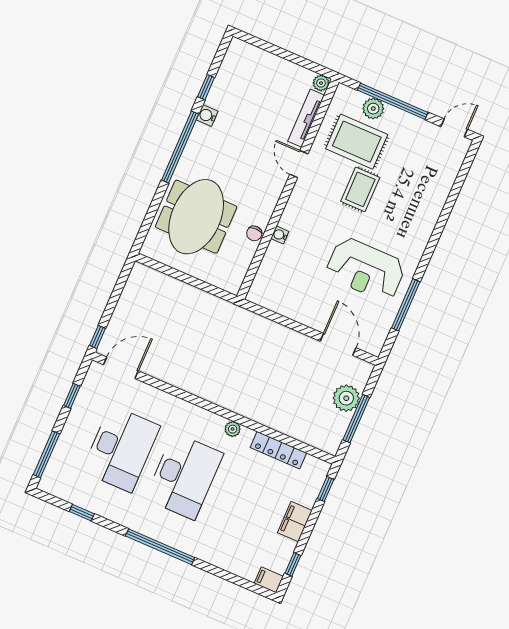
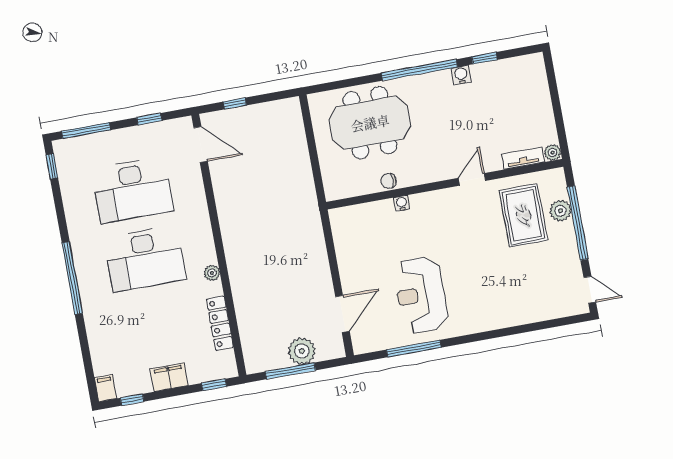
tv unit: (306, 118) -> (523, 158), width x0.71
rug: (360, 189) -> (485, 245), removed
window: (97, 337) -> (235, 103), moved
window: (82, 513) -> (52, 166), moved

